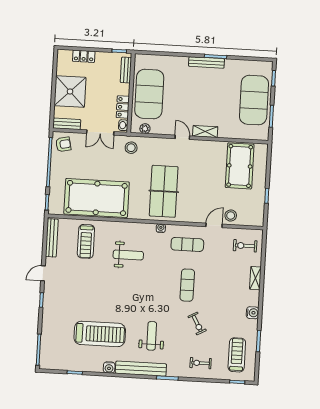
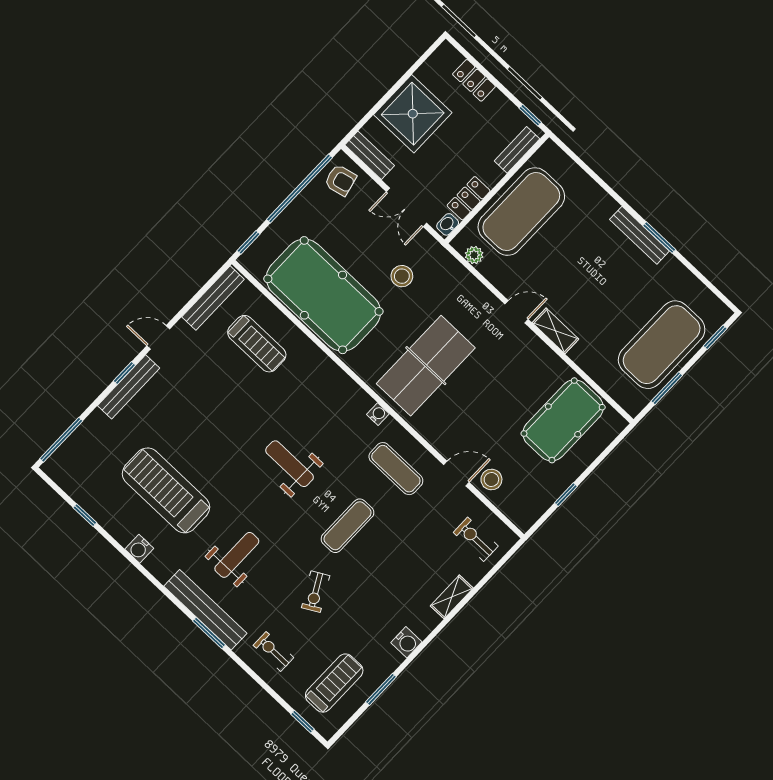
door: (182, 137) -> (517, 312), hinge flipped
stool: (131, 148) -> (402, 276), moved
treadmill: (86, 241) -> (257, 344), turned -90
weight bench: (128, 255) -> (290, 464), moved, turned 180
bench: (48, 304) -> (129, 387), added
treadmill: (100, 334) -> (166, 490), turned 180
bench: (141, 369) -> (205, 610), moved

